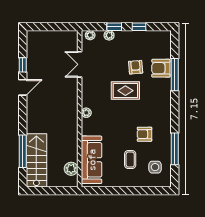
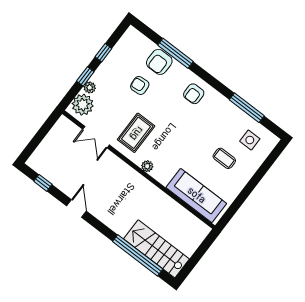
plant: (90, 35) -> (83, 105), width x1.88, depth x1.88
window: (23, 65) -> (43, 183), moved
rug: (125, 91) -> (136, 133), moved
armchair: (144, 134) -> (194, 94), moved
window: (23, 151) -> (138, 255), width x1.46
plant: (71, 169) -> (190, 222), removed

